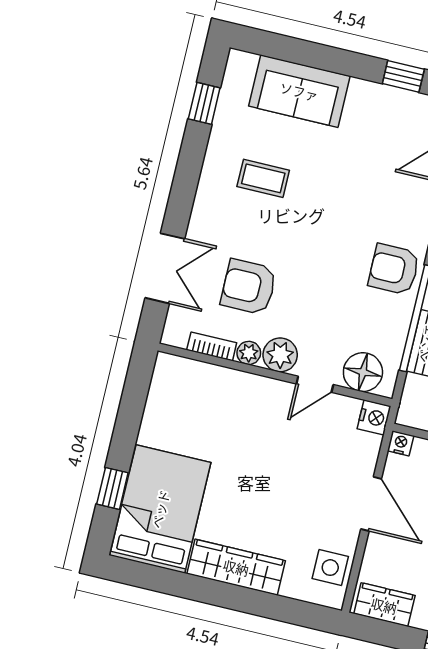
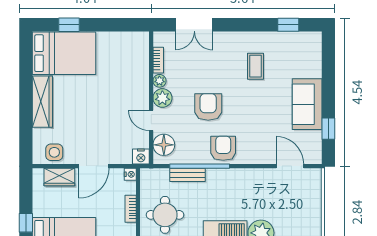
sofa: (299, 91) -> (307, 104), moved
armchair: (249, 287) -> (208, 107), moved
wardrobe: (384, 605) -> (59, 177), moved, turned 90

